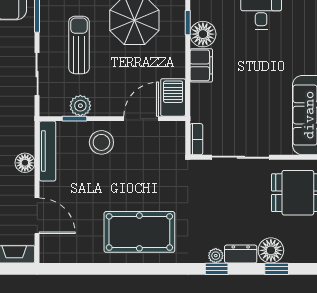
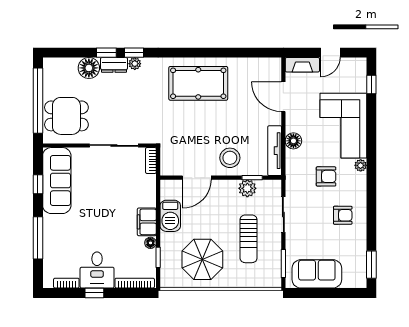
floor lamp: (203, 34) -> (150, 243), width x0.53, depth x0.53
barbecue: (173, 97) -> (170, 216), moved
window: (277, 269) -> (106, 53), moved

